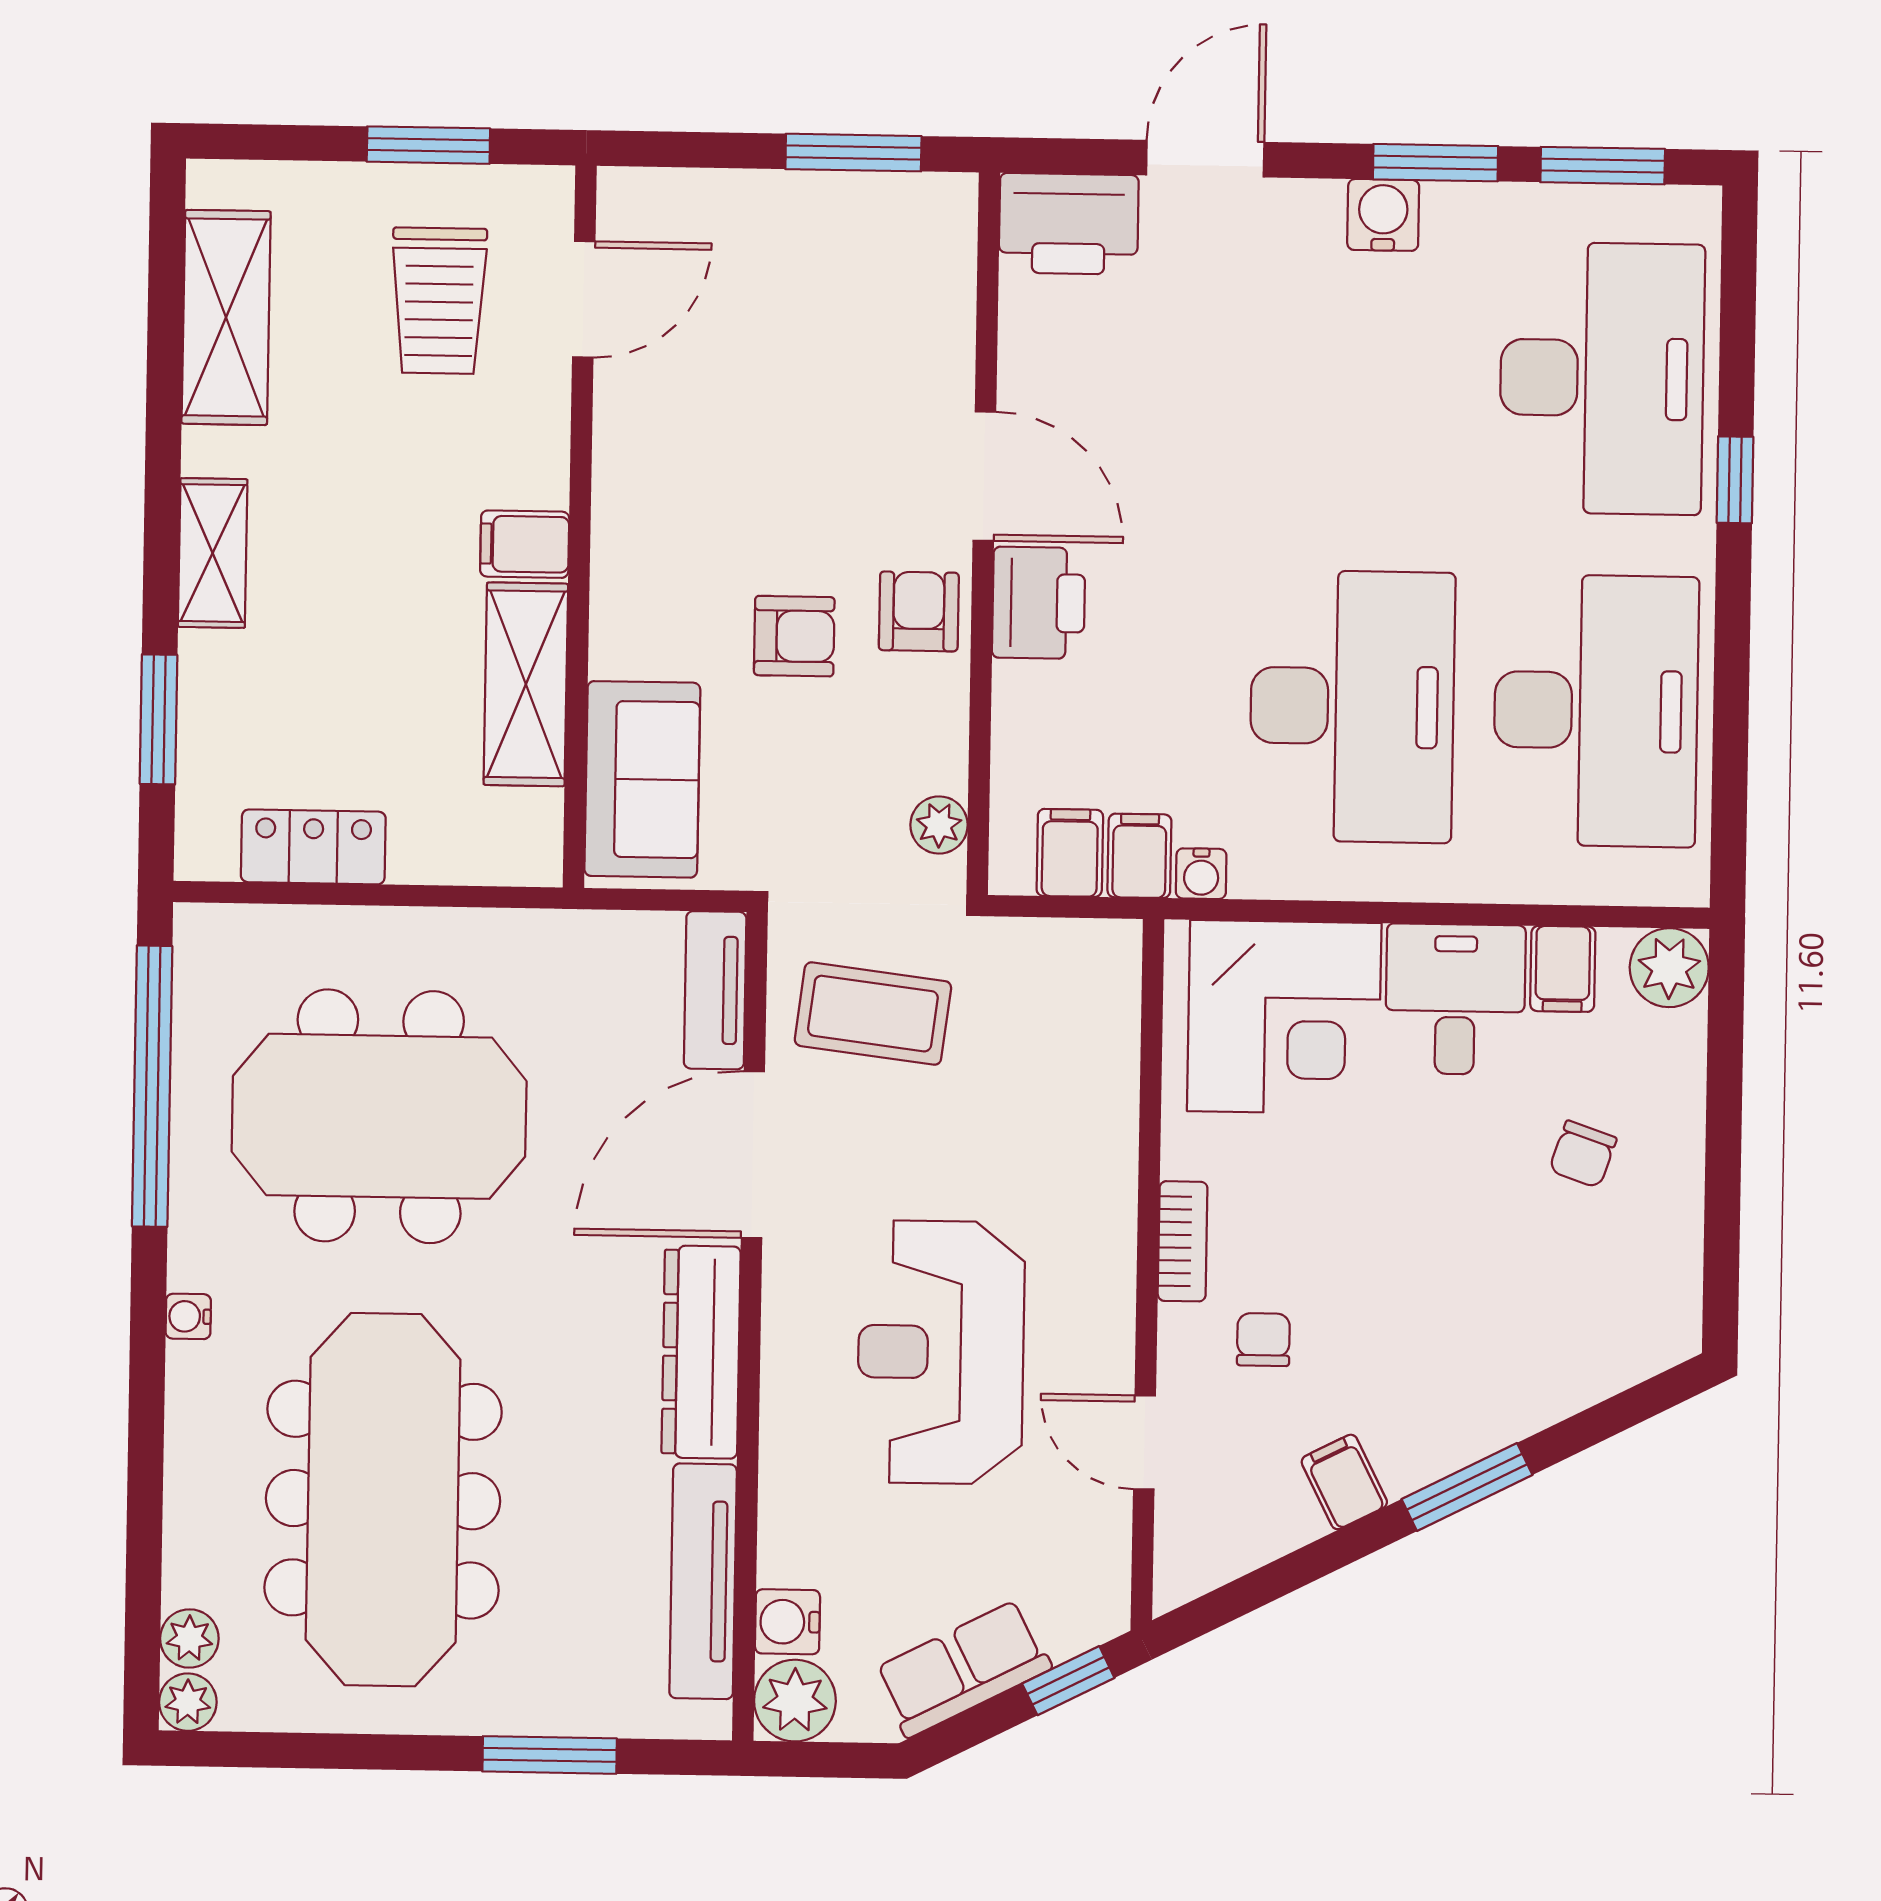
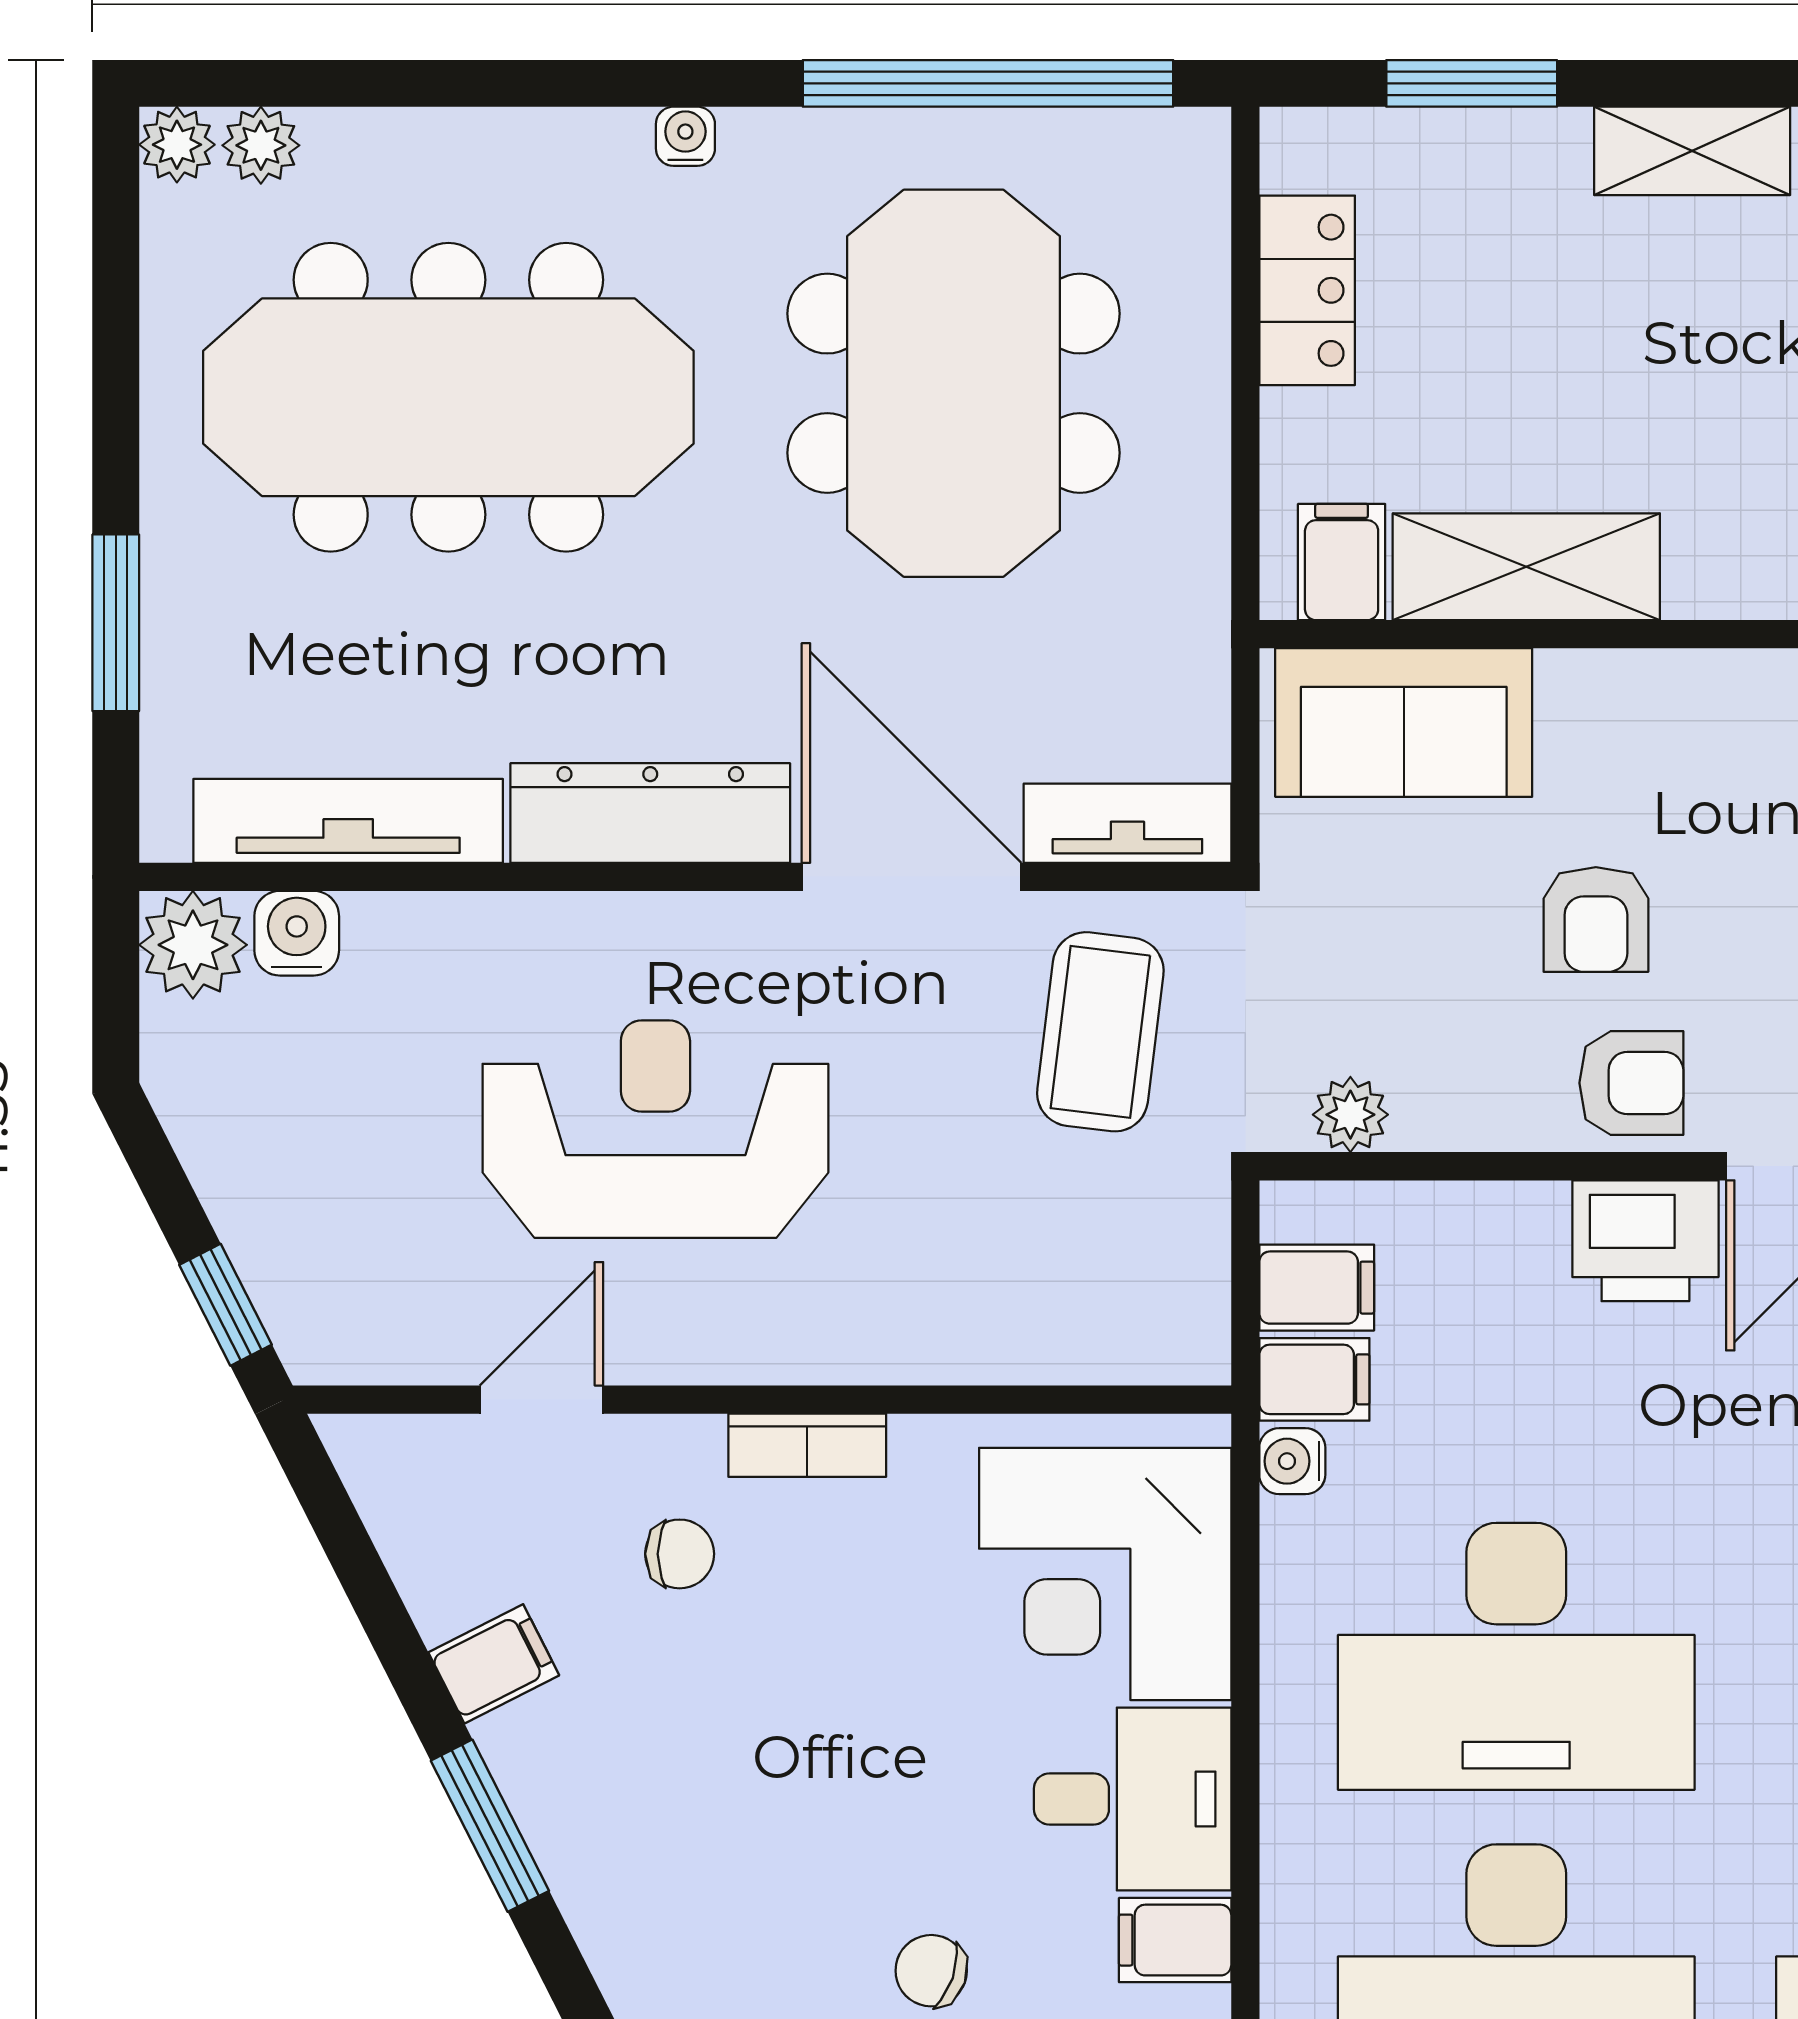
filing cabinet: (525, 544) -> (1342, 562), moved
row of seats: (963, 1669) -> (239, 1165), removed

